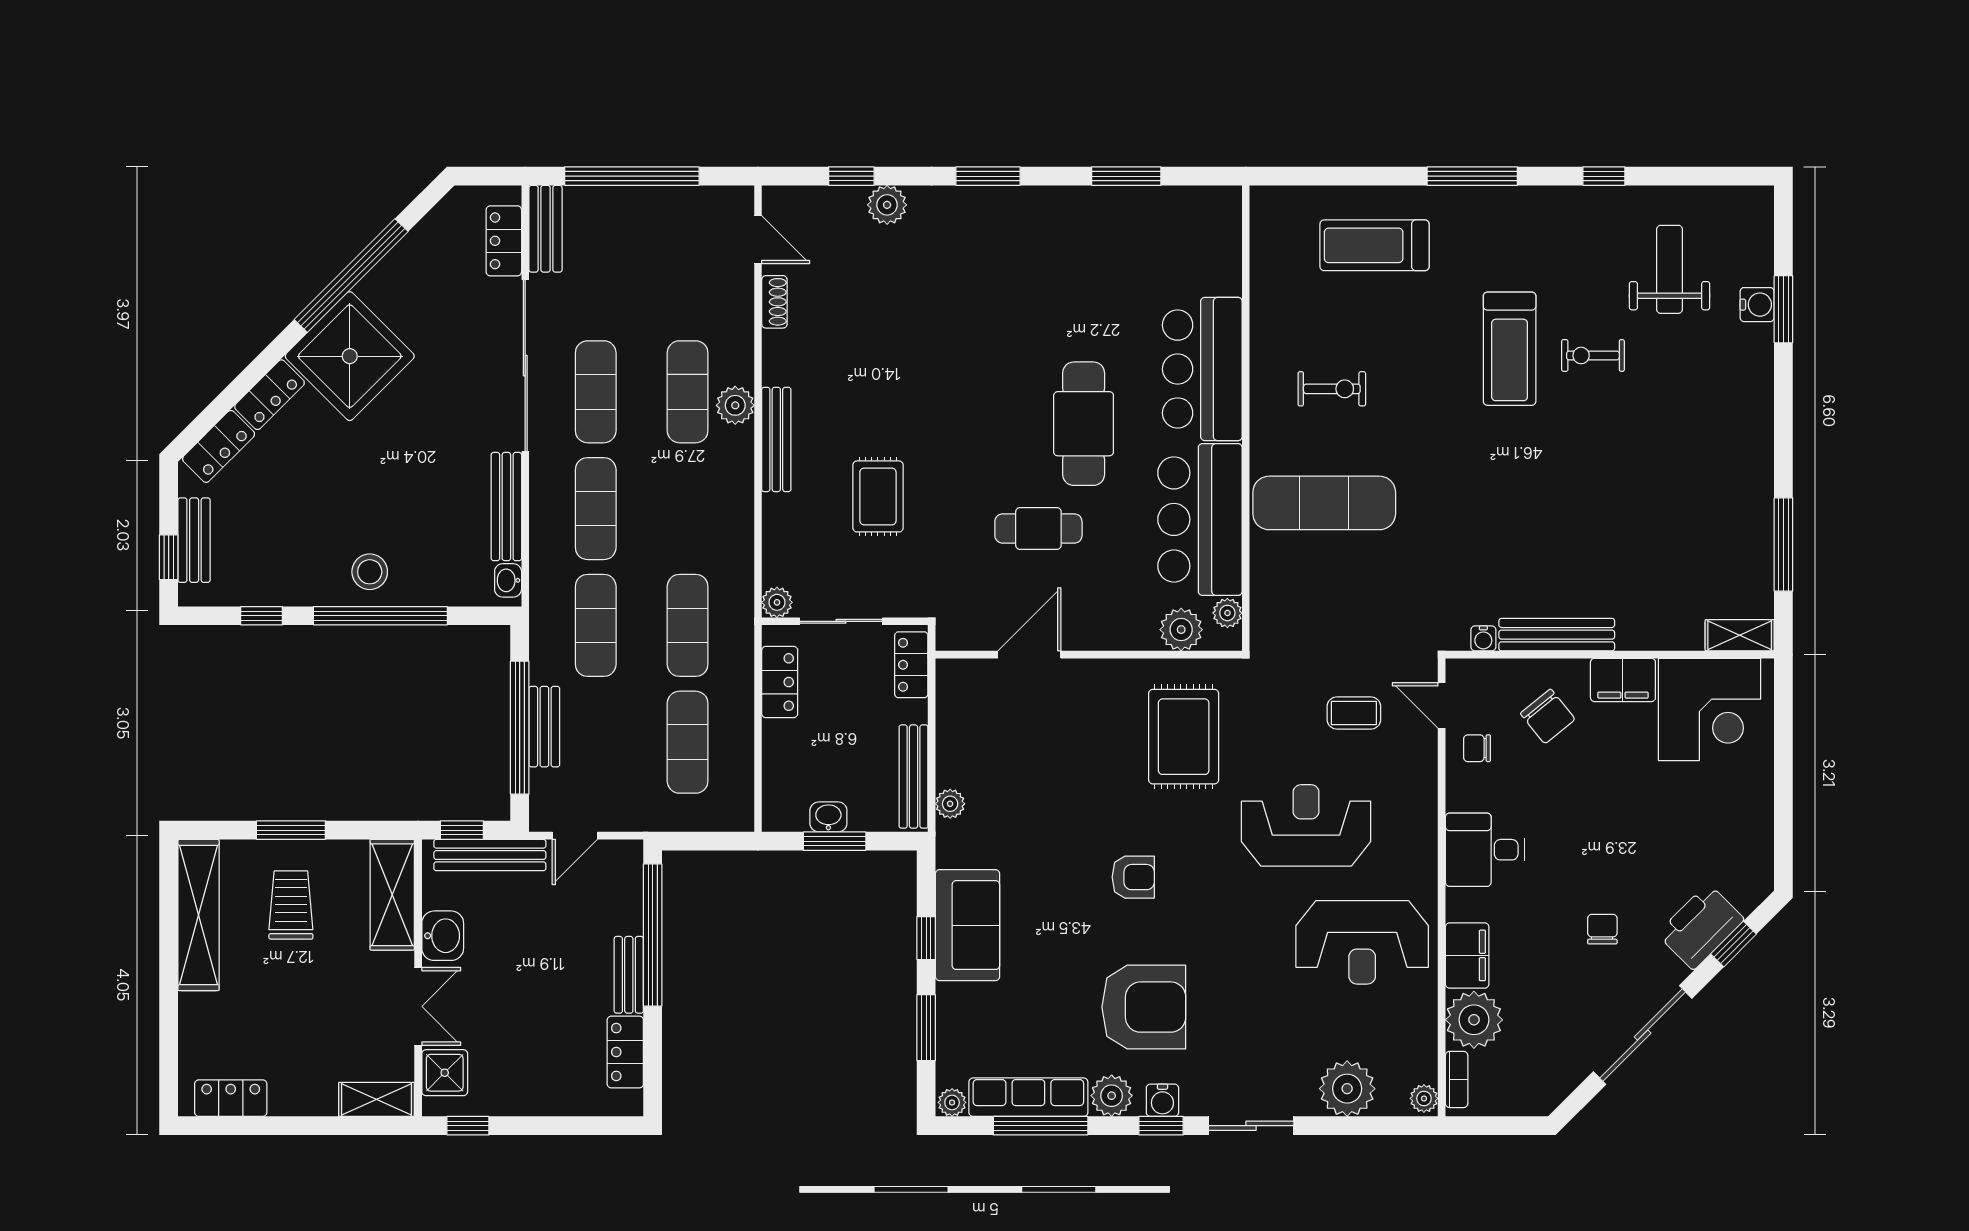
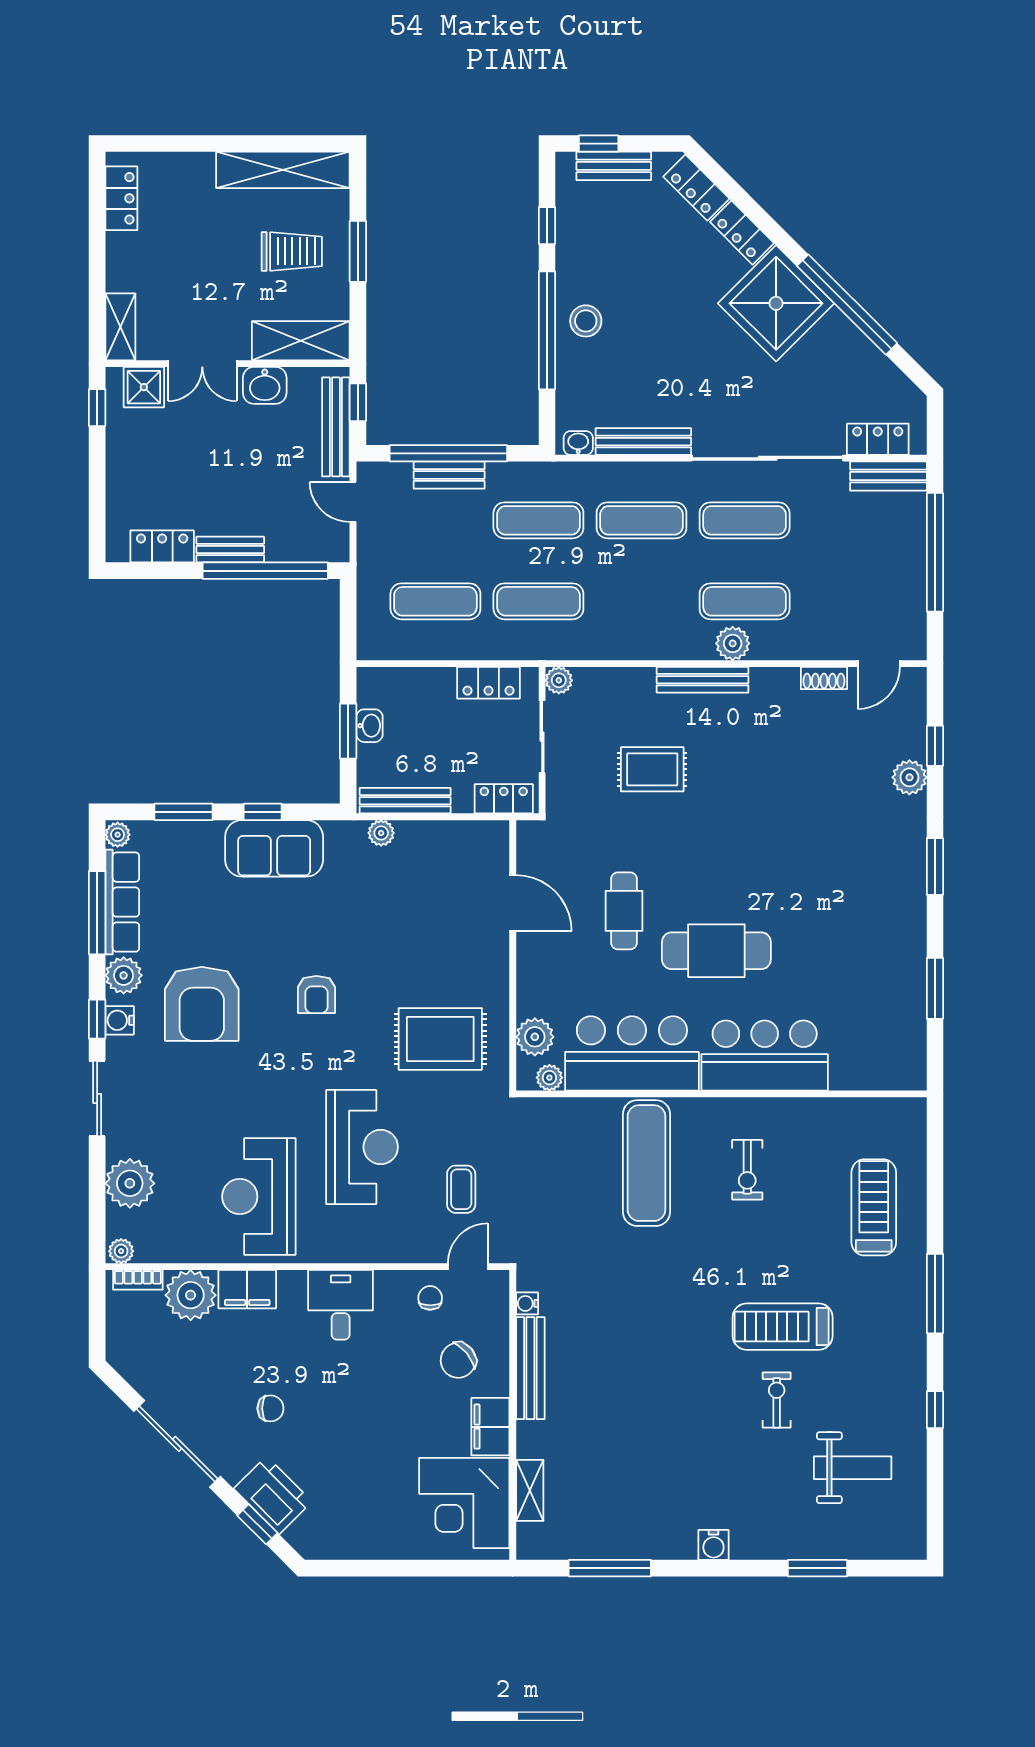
water cooler: (1757, 305) -> (714, 1545), moved
shelving: (1740, 635) -> (530, 1490), moved

